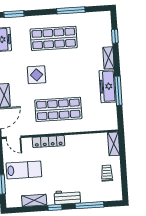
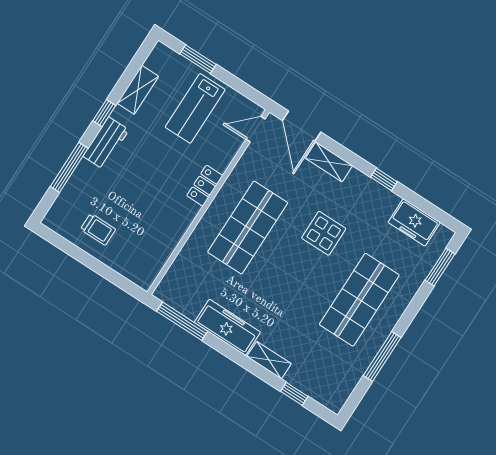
window: (118, 91) -> (182, 321), moved
locker: (49, 141) -> (205, 186), width x0.66
shelving: (114, 144) -> (134, 272), removed

